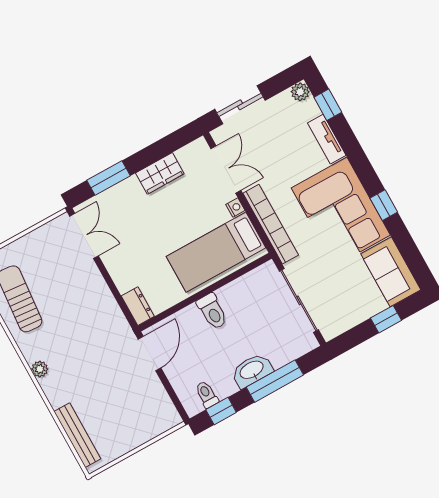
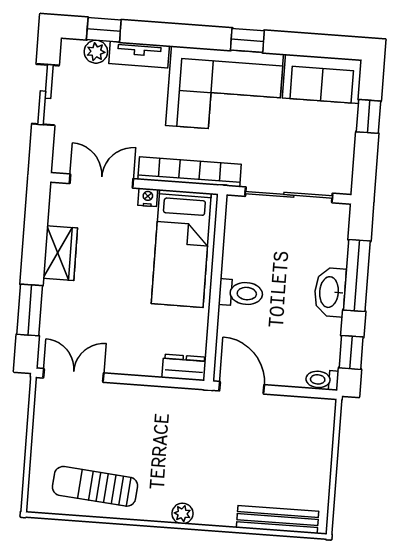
plant: (300, 92) -> (96, 52), moved
sliding door: (240, 105) -> (45, 95), moved
toilet: (207, 394) -> (322, 380), moved

